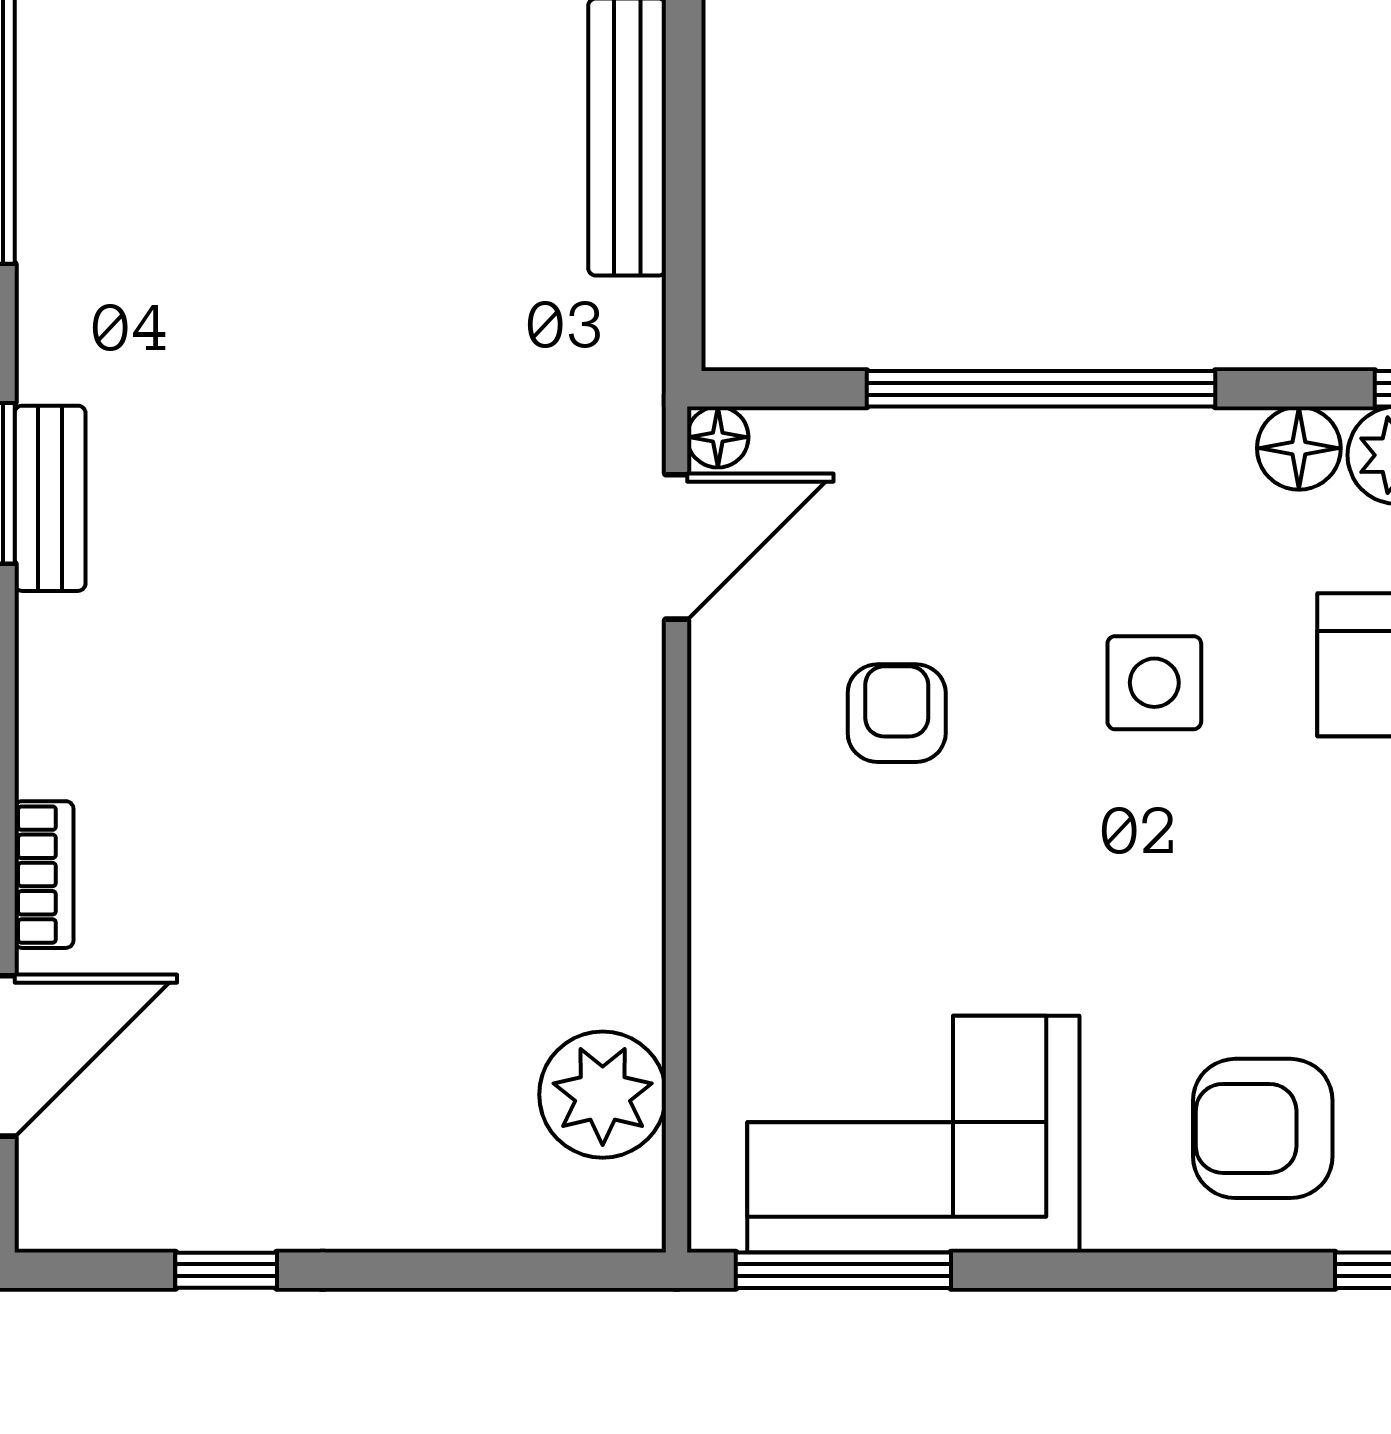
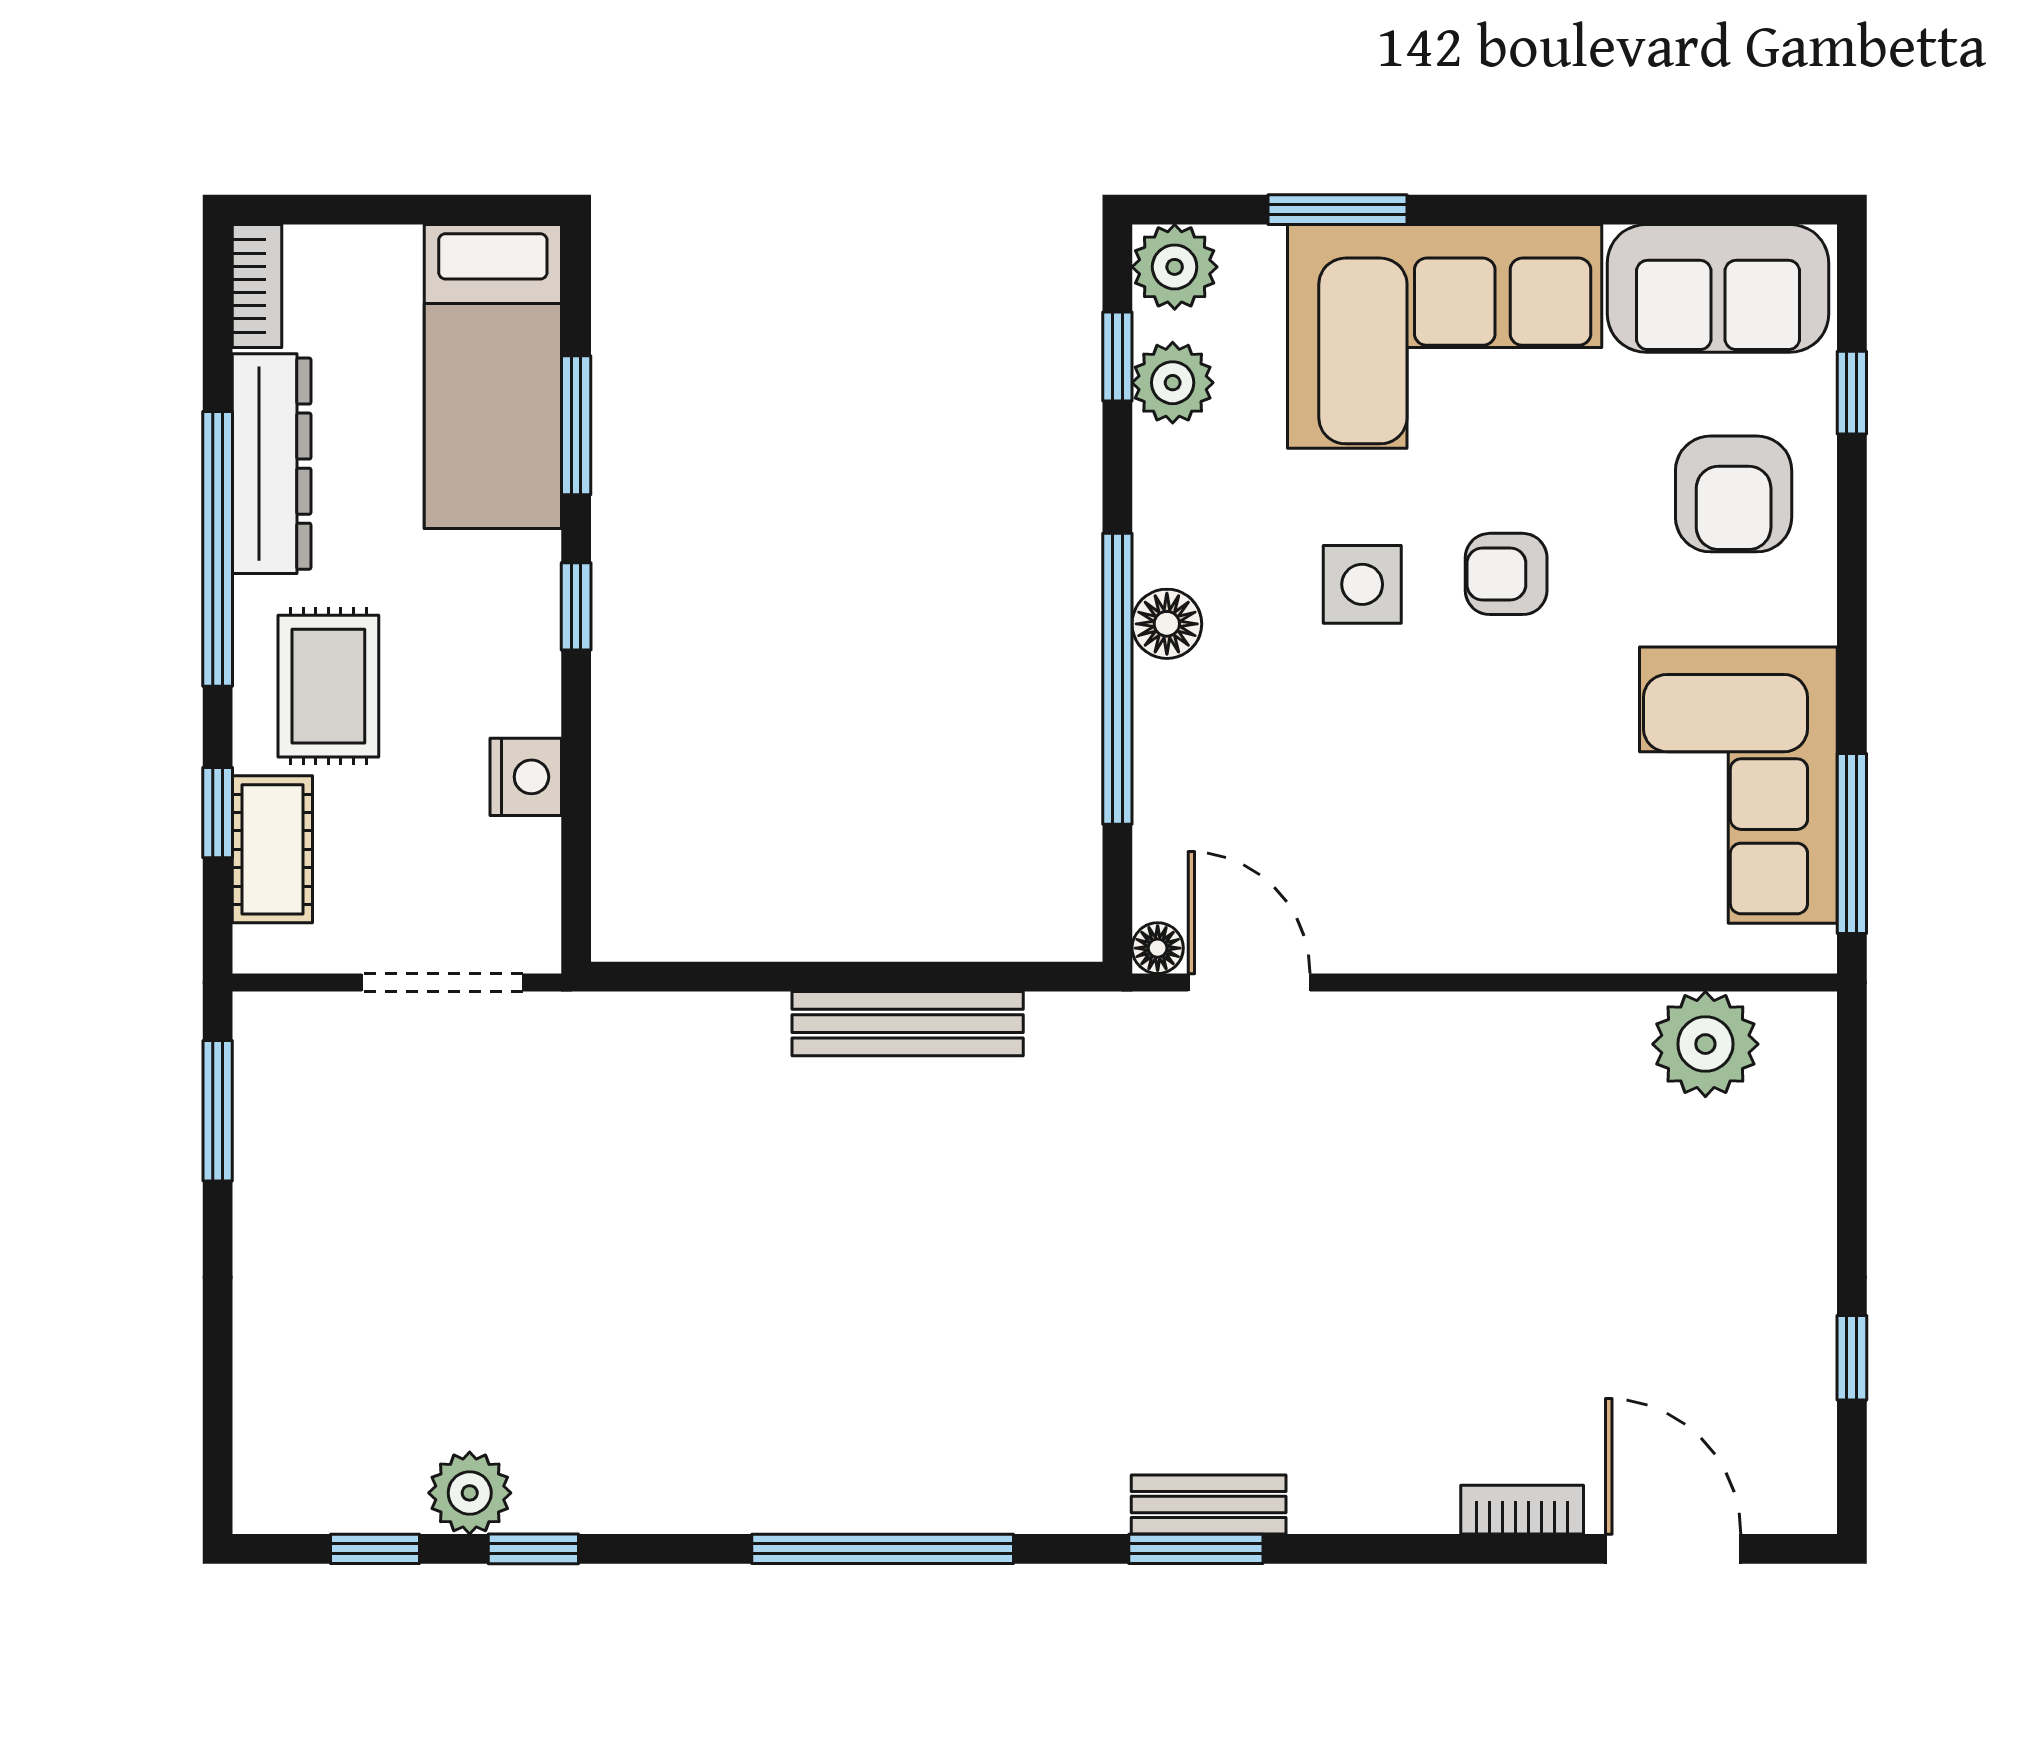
floor lamp: (1299, 448) -> (1167, 624), moved
armchair: (897, 713) -> (1506, 574), moved

